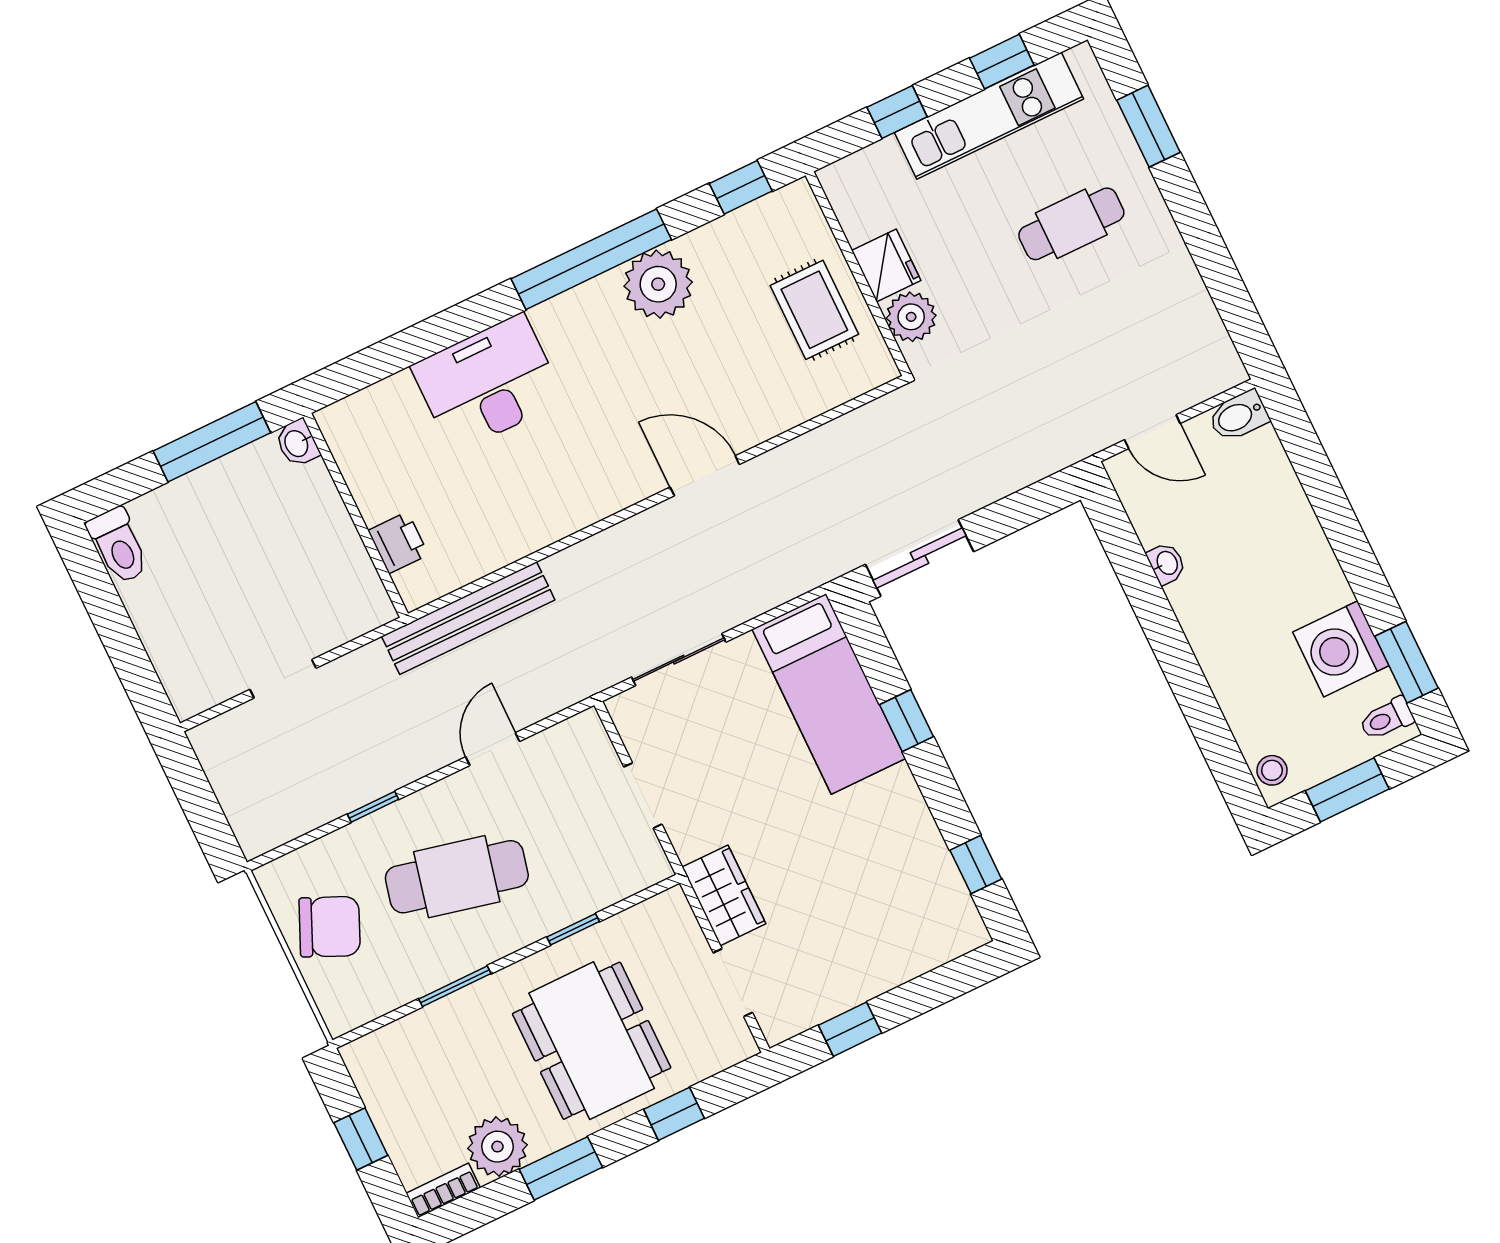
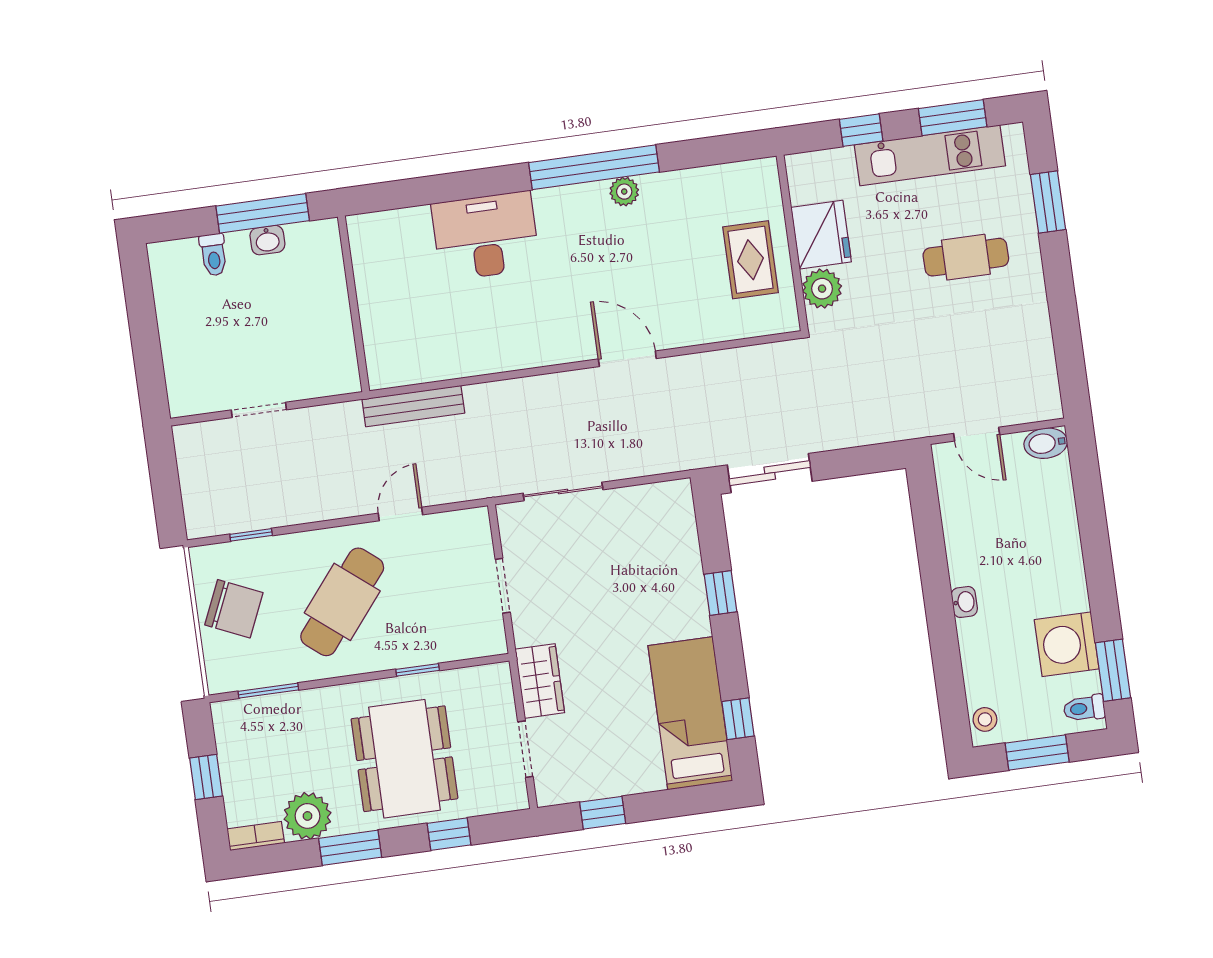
window: (1002, 62) -> (953, 118), width x1.50
window: (741, 187) -> (725, 149), removed
fridge: (886, 265) -> (821, 235), width x1.36, depth x1.34
plant: (658, 284) -> (624, 192), width x0.53, depth x0.53
washbasin: (297, 443) -> (267, 240), moved, turned -90
printer: (398, 543) -> (379, 335), removed
toilet: (118, 546) -> (213, 255), moved, width x0.73, depth x0.72
washbasin: (1166, 563) -> (964, 602), moved
bench: (468, 618) -> (413, 406), width x0.73, depth x0.82
bed: (829, 694) -> (690, 713), moved, turned 180
window: (373, 807) -> (251, 535), moved
cafe table: (457, 877) -> (342, 602), turned -64
window: (455, 986) -> (268, 691), moved

